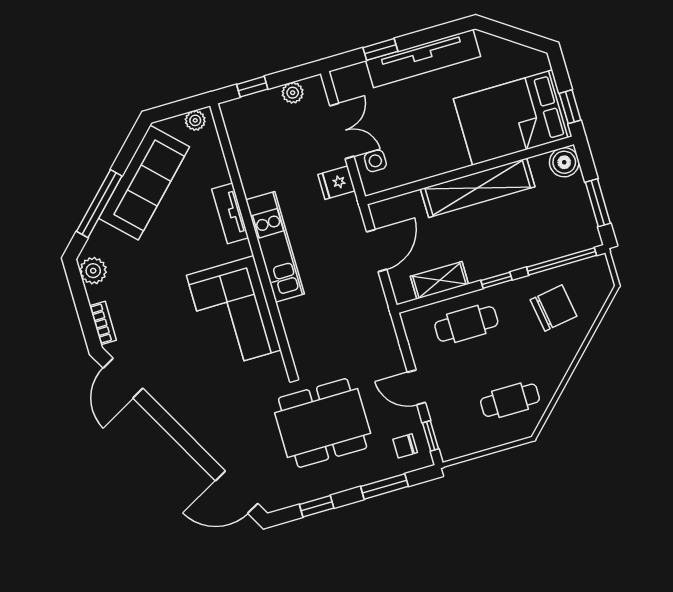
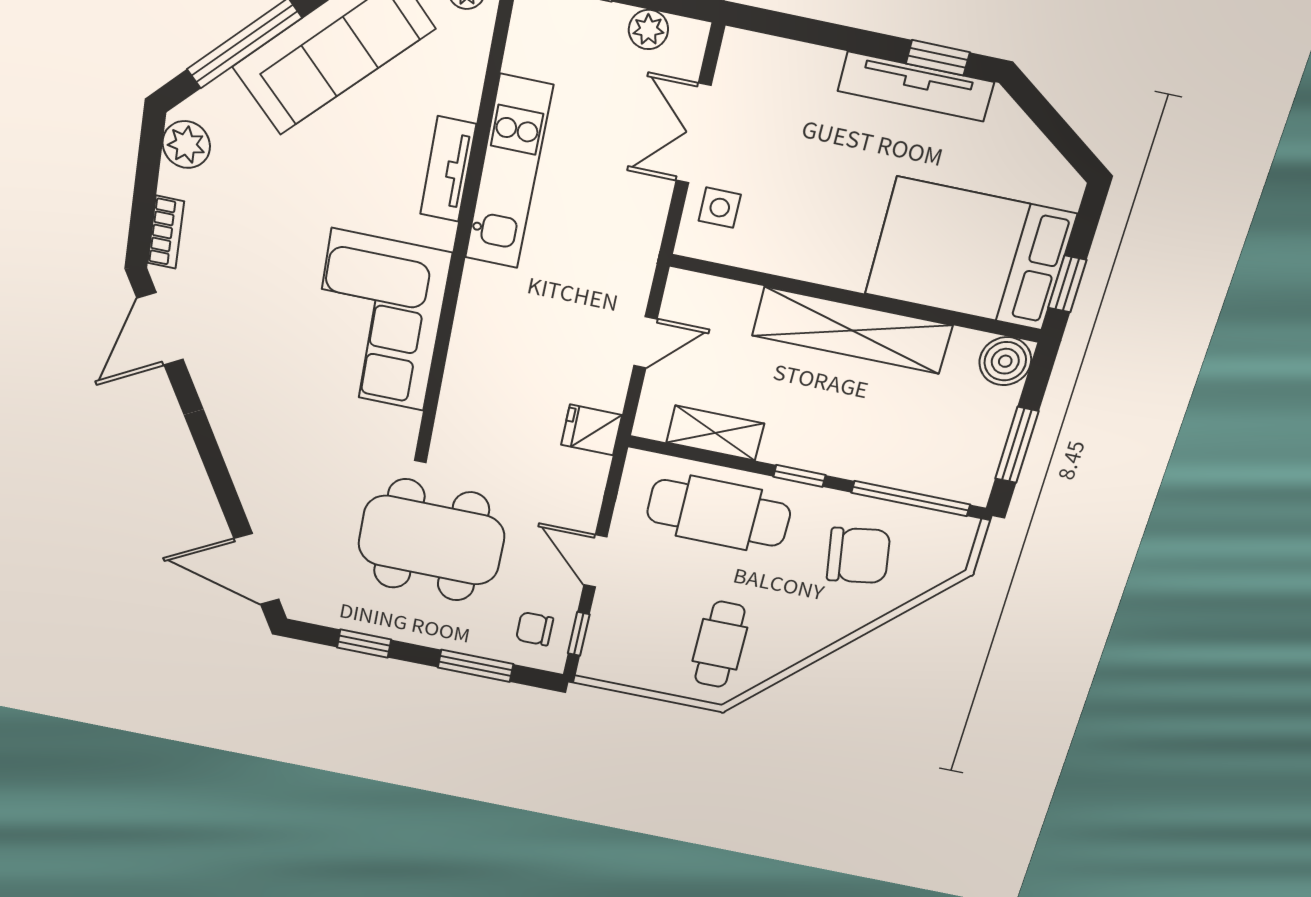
window: (380, 49) -> (938, 58), moved
tv unit: (423, 59) -> (916, 87), width x0.73, depth x0.78
double door: (342, 131) -> (693, 133), swing flipped
fridge: (337, 183) -> (592, 430), moved
kitchen unit: (275, 247) -> (509, 172), moved
door: (377, 251) -> (646, 342), width x0.73
cafe table: (466, 324) -> (719, 513), width x1.37, depth x1.35
cafe table: (510, 400) -> (720, 644), turned 90

